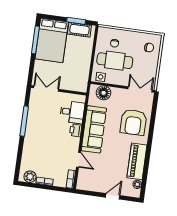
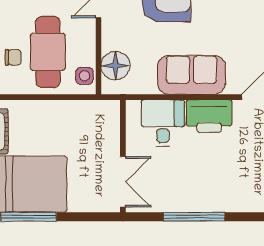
double door: (46, 89) -> (123, 182), swing flipped
sofa: (94, 129) -> (192, 75), width x0.73
printer: (76, 130) -> (209, 116), width x1.87, depth x1.48

